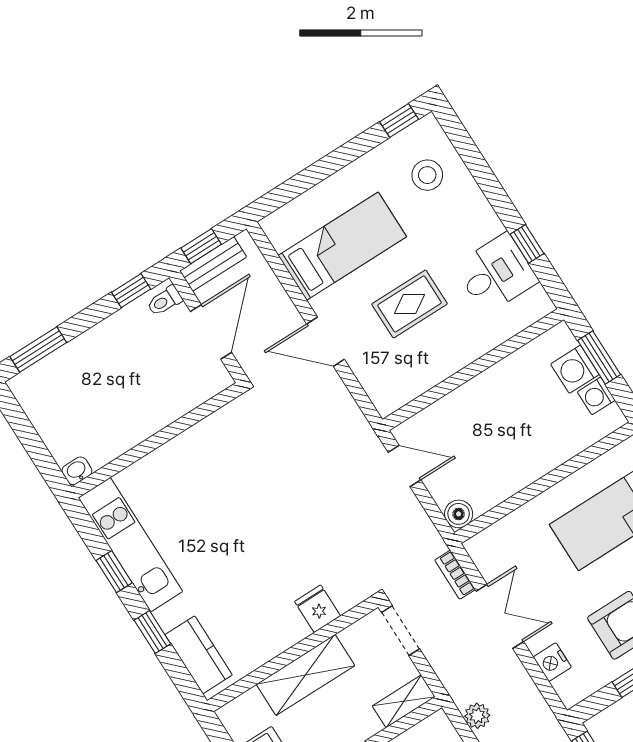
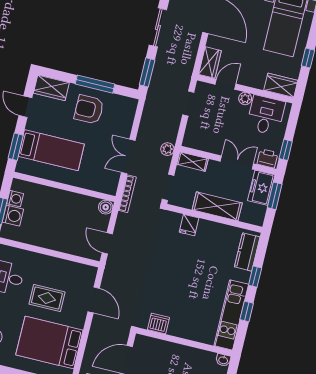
bed: (342, 246) -> (49, 343), width x1.50
door: (326, 342) -> (94, 300), moved
dishwasher: (219, 429) -> (158, 323), added
bookcase: (455, 575) -> (127, 194), width x1.56
nightstand: (552, 662) -> (127, 122), removed
plant: (477, 716) -> (167, 149), moved

